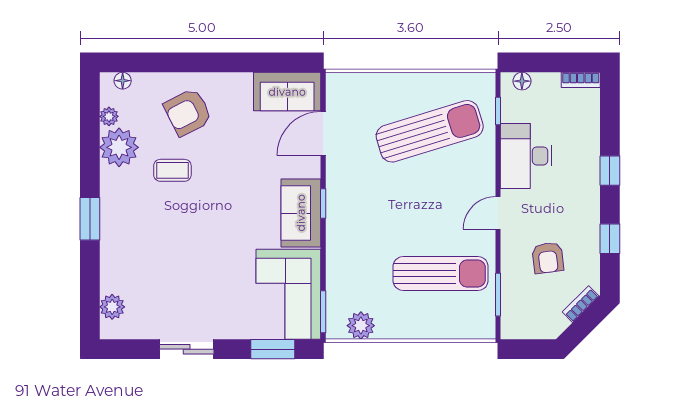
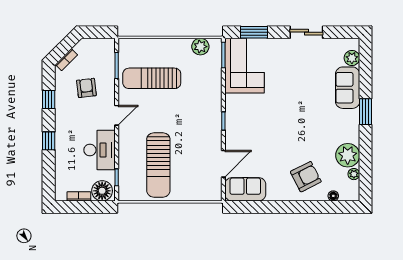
bookcase: (581, 80) -> (79, 196), moved
floor lamp: (123, 81) -> (333, 196), moved
floor lamp: (522, 81) -> (102, 191), width x1.89, depth x1.89
sun lounger: (430, 131) -> (158, 165), turned -73
coffee table: (172, 170) -> (315, 141), removed
sofa: (301, 213) -> (348, 88), moved, turned 180

